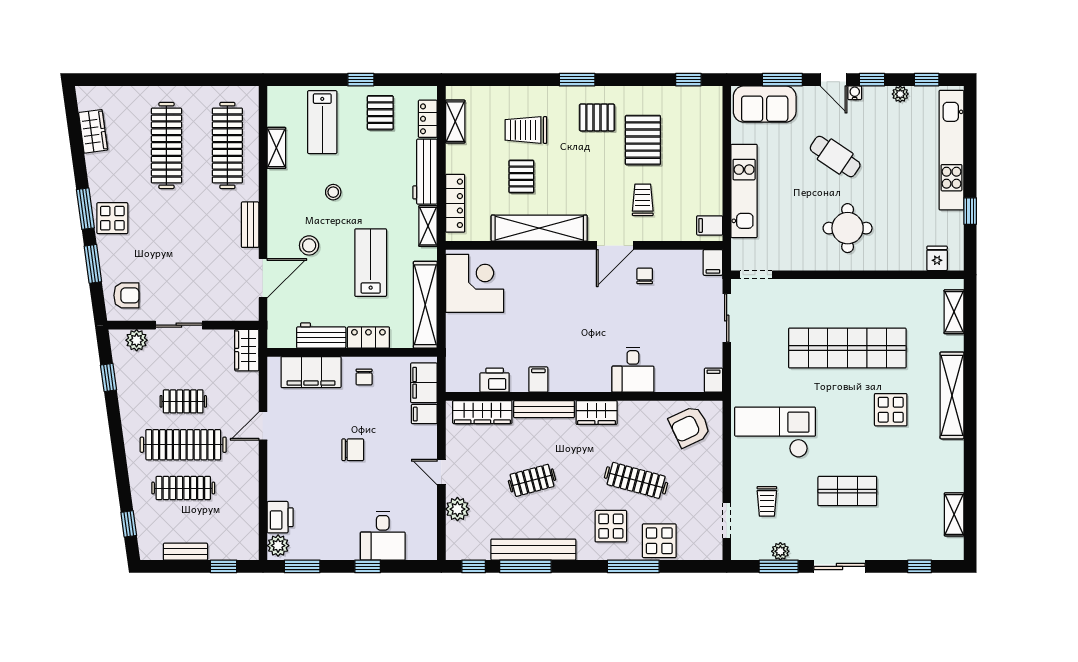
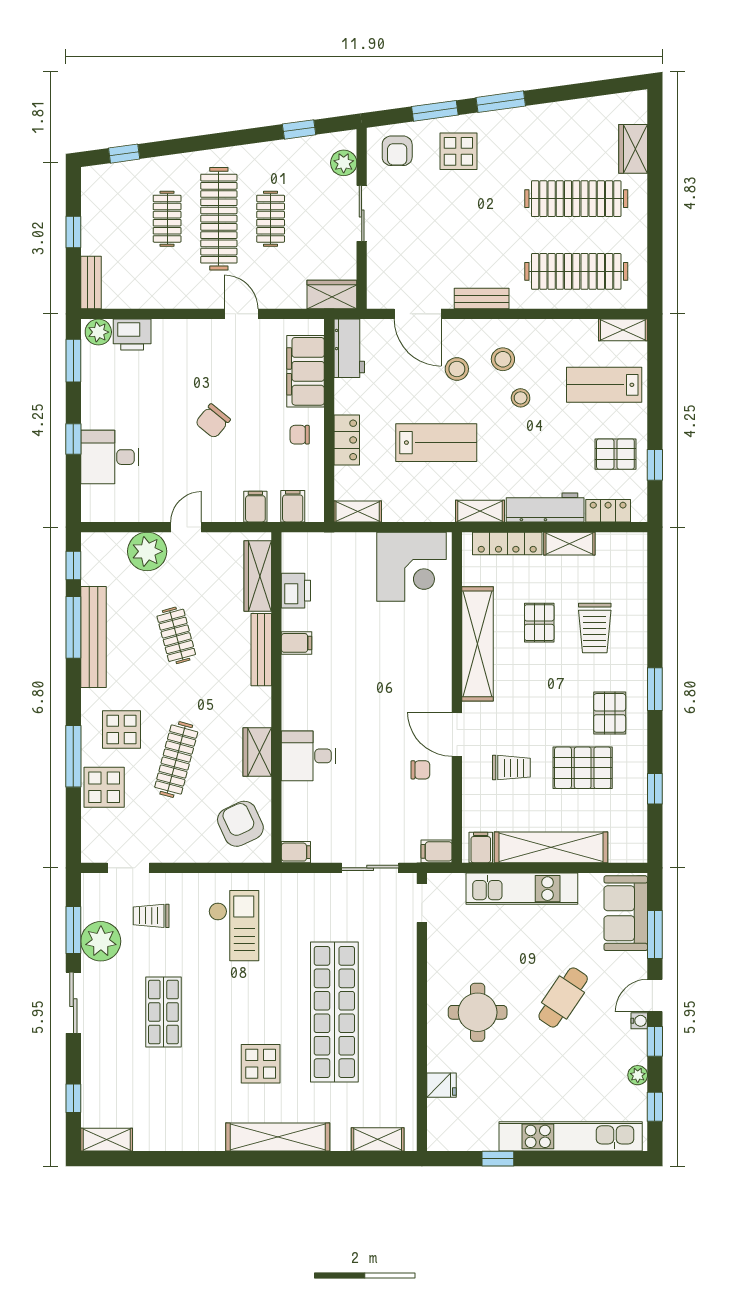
window: (361, 80) -> (655, 465), moved
window: (688, 80) -> (655, 789), moved
shelving: (455, 122) -> (569, 544), moved
trolley: (526, 130) -> (595, 628), turned 180
wardrobe: (93, 131) -> (633, 149), moved, turned 98
shelving: (276, 148) -> (623, 330), moved
shelving: (710, 167) -> (551, 847), added
pallet: (521, 176) -> (539, 623), turned 90
stool: (301, 207) -> (503, 359), added
display table: (112, 218) -> (458, 151), moved
fridge: (937, 258) -> (441, 1085), moved
shelving: (425, 305) -> (358, 511), width x0.45, depth x0.75
workbench: (321, 336) -> (349, 348), moved
filing cabinet: (424, 383) -> (293, 506), width x0.50
wardrobe: (597, 413) -> (257, 752), moved
checkout: (775, 432) -> (234, 926), width x0.73, depth x0.83
chair: (353, 450) -> (213, 421), turned 39
clothes rail: (183, 488) -> (167, 219), width x0.73
plant: (457, 509) -> (147, 551), width x1.36, depth x1.36
shelving: (954, 514) -> (107, 1140), moved
plant: (780, 551) -> (101, 941), width x1.88, depth x1.88
bench: (185, 552) -> (91, 283), moved
window: (224, 566) -> (73, 232), moved

